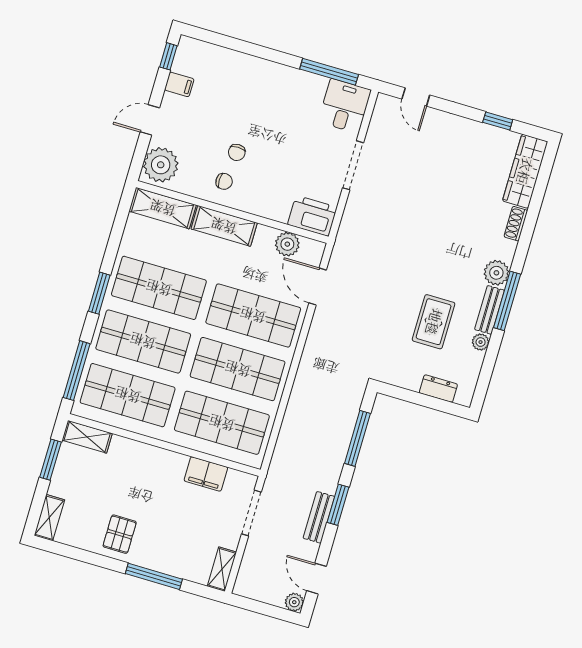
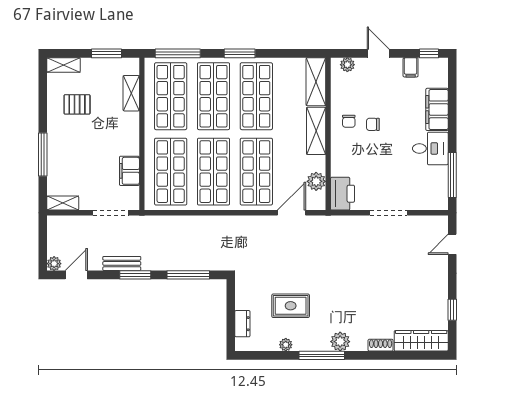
filing cabinet: (242, 67) -> (437, 109), added
desk: (345, 106) -> (430, 148), moved
plant: (161, 165) -> (347, 65), width x0.53, depth x0.53
bench: (490, 310) -> (311, 344), removed
shelving: (87, 437) -> (131, 93), moved
pallet: (120, 534) -> (77, 104), moved

